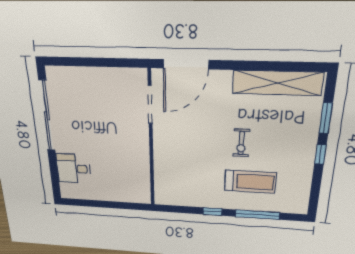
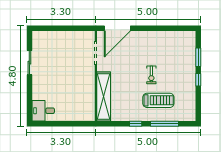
shelving: (277, 83) -> (104, 96), moved, turned 90
sliding door: (47, 116) -> (29, 63), width x0.54
desk: (73, 169) -> (43, 111), moved

